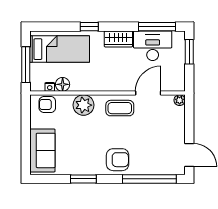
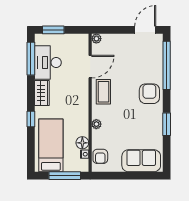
door: (148, 93) -> (90, 67), swing flipped
plant: (84, 105) -> (96, 124), width x0.53, depth x0.53

